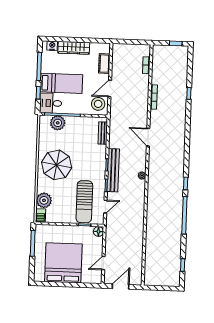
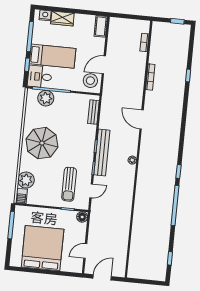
wardrobe: (74, 48) -> (62, 18), width x0.67
cot: (104, 64) -> (101, 26), moved
sun lounger: (84, 202) -> (69, 184), width x0.73, depth x0.75

